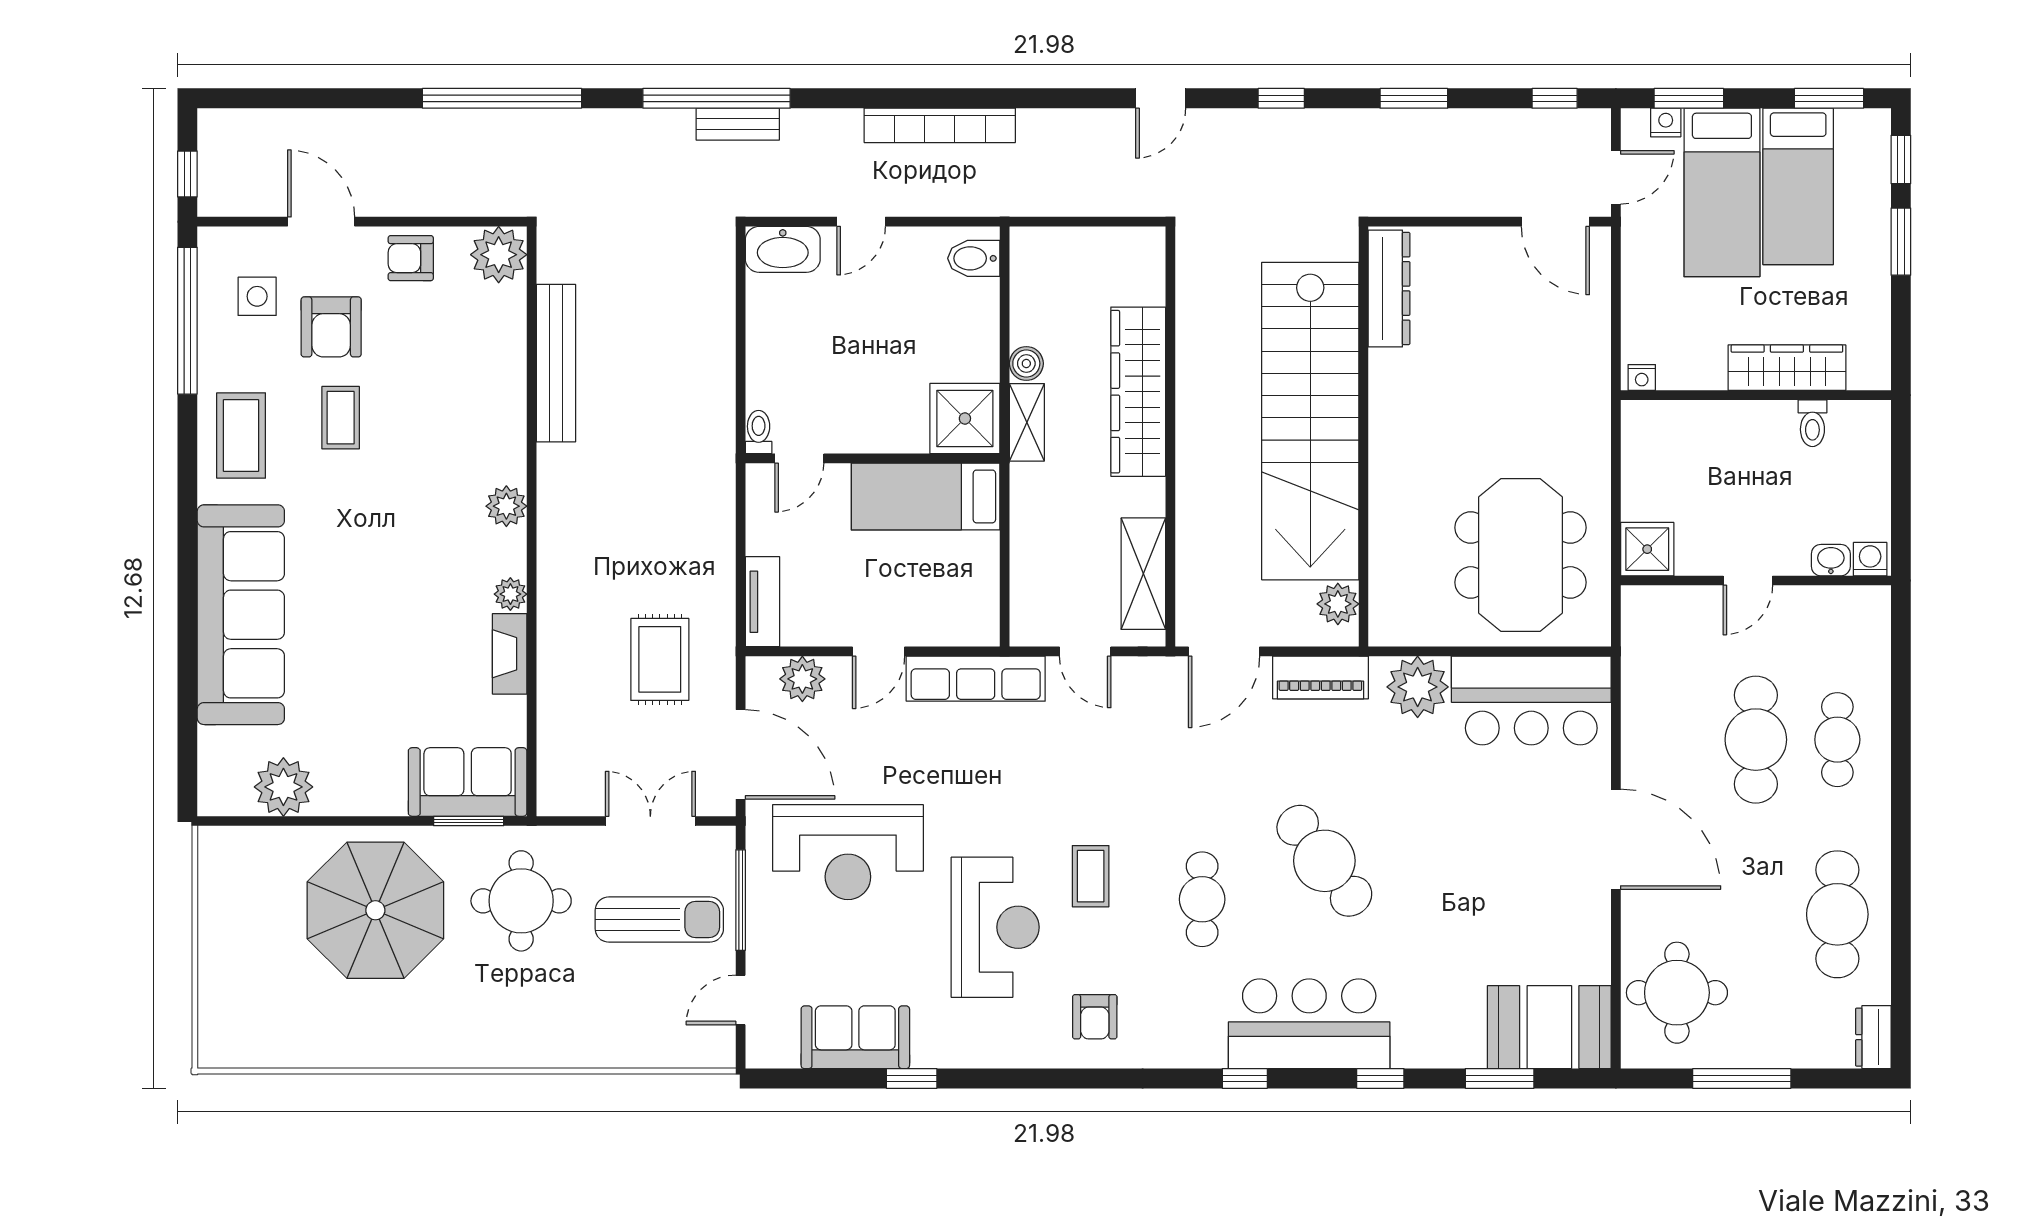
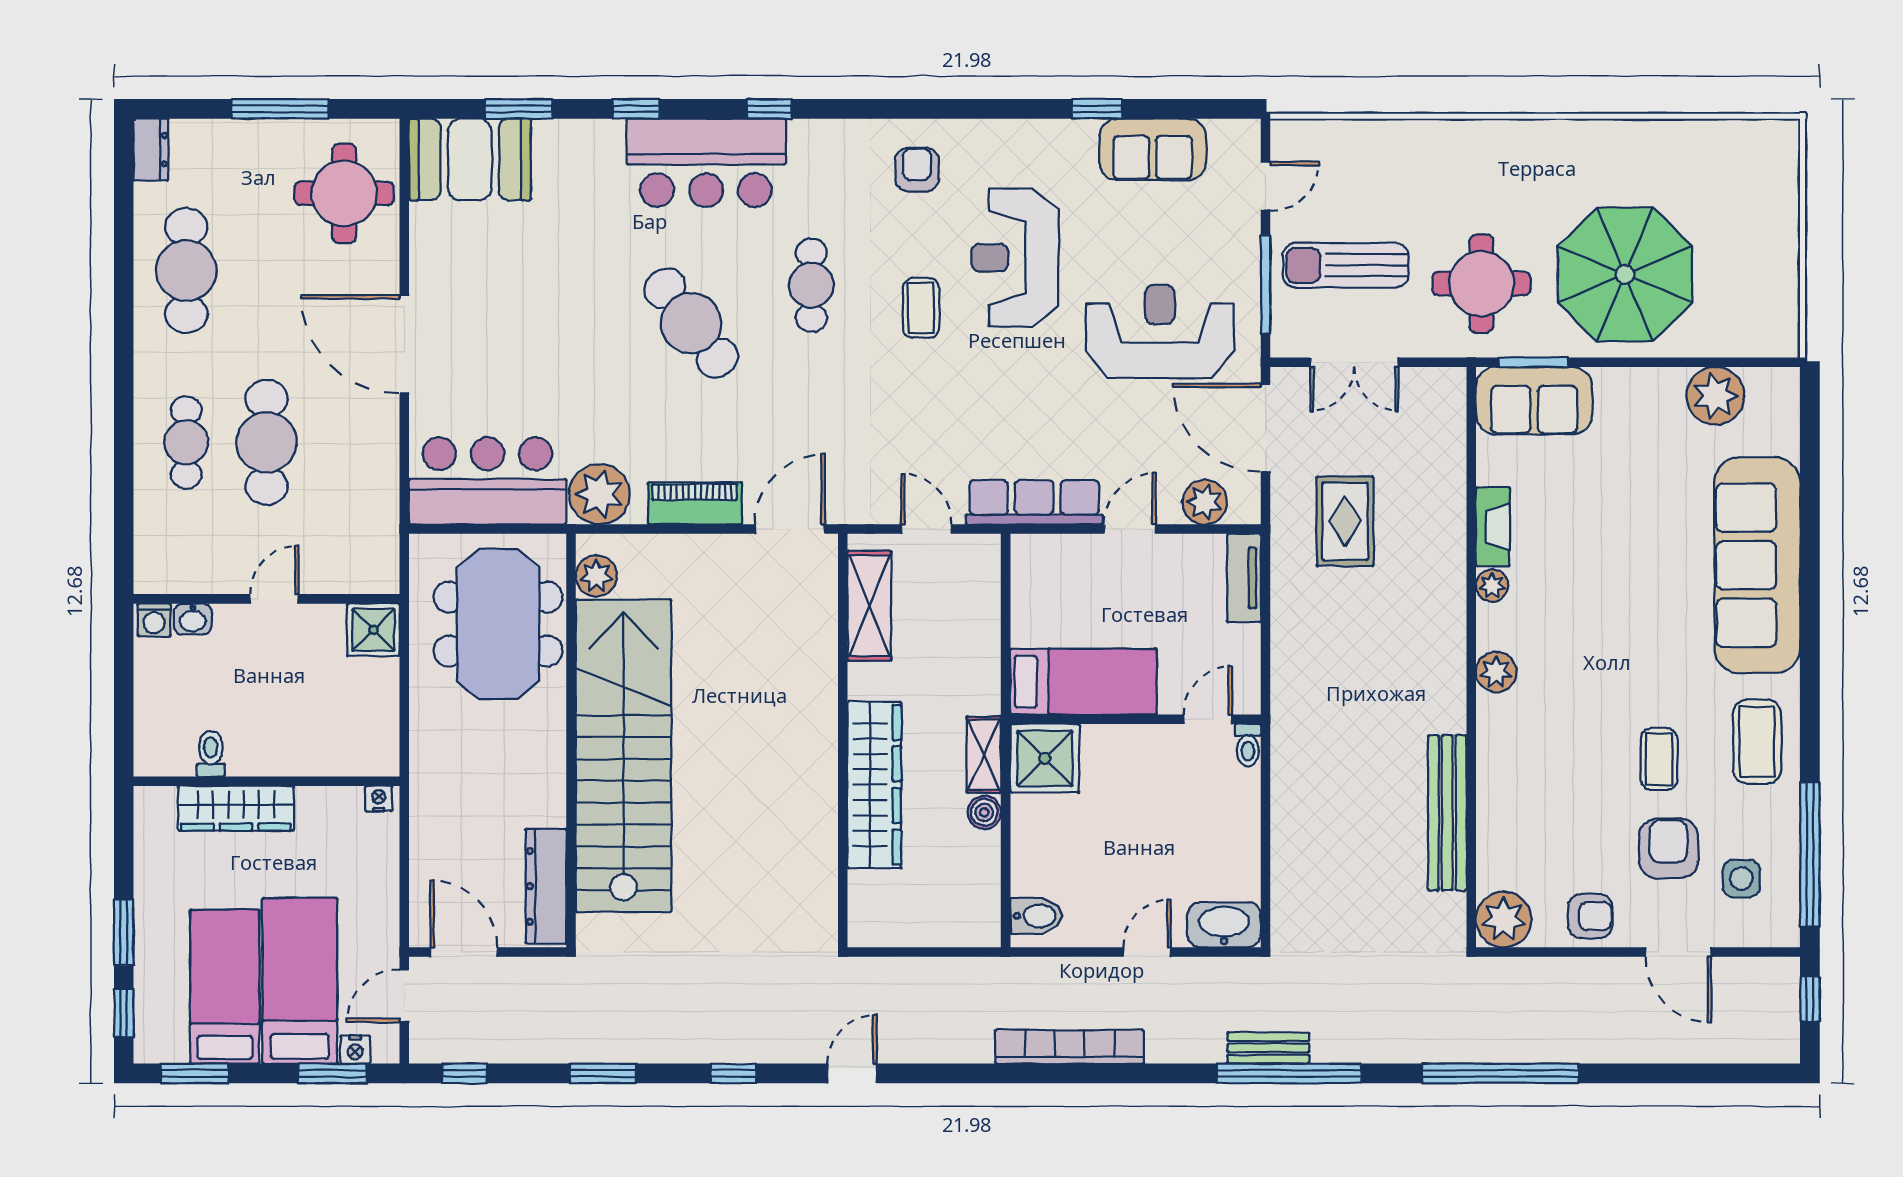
dresser: (1389, 288) -> (546, 886), moved
stairs: (1310, 421) -> (624, 756), moved
wall: (1363, 437) -> (571, 741), moved
plant: (1338, 604) -> (596, 576), moved

